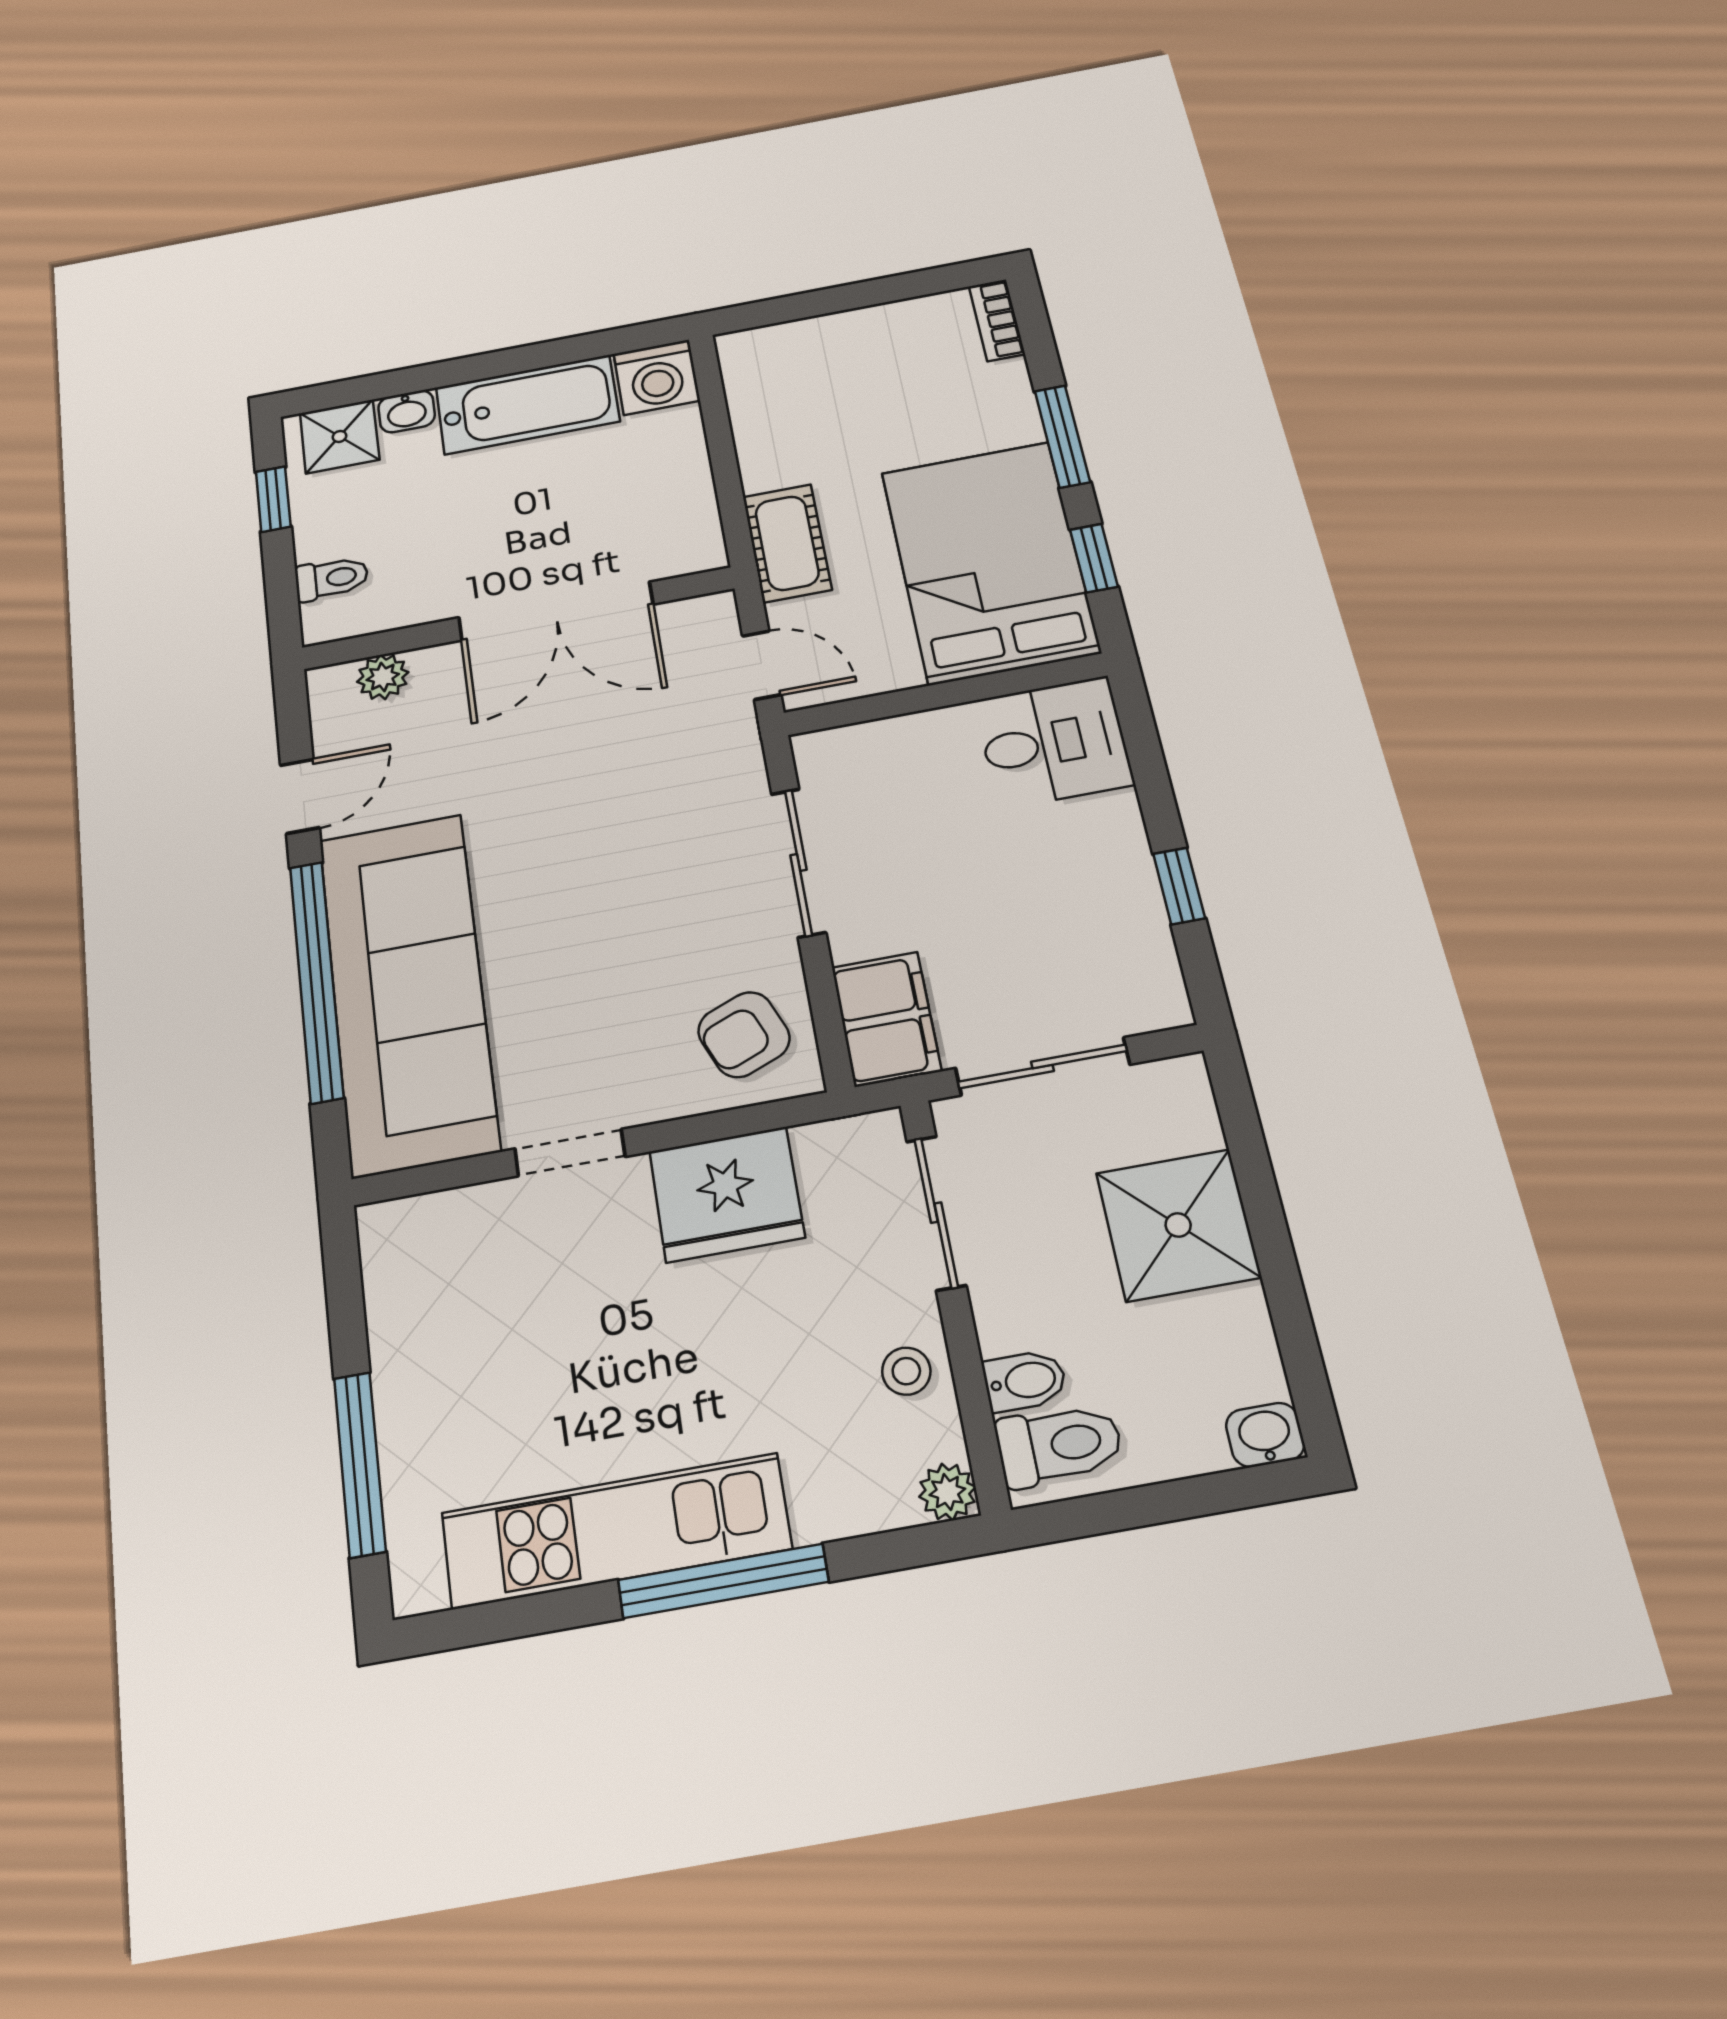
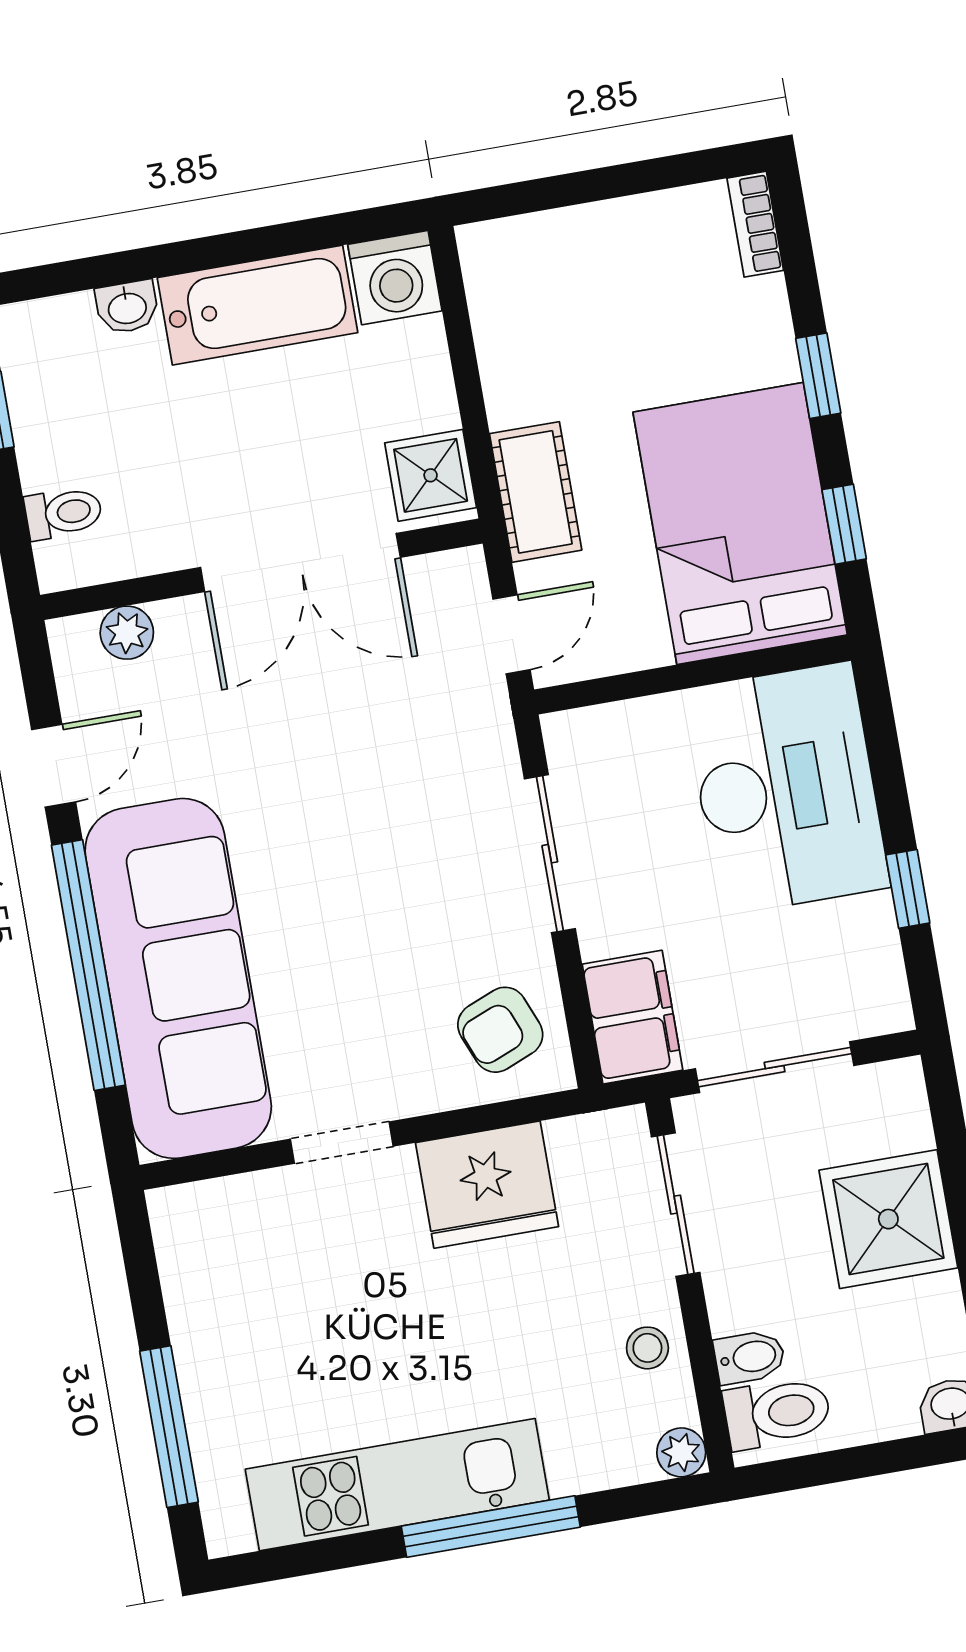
shower: (340, 436) -> (431, 475), moved
window: (1062, 436) -> (818, 376), width x0.67
door: (762, 665) -> (512, 634), hinge flipped
desk: (1054, 742) -> (786, 789), width x1.87, depth x1.30

